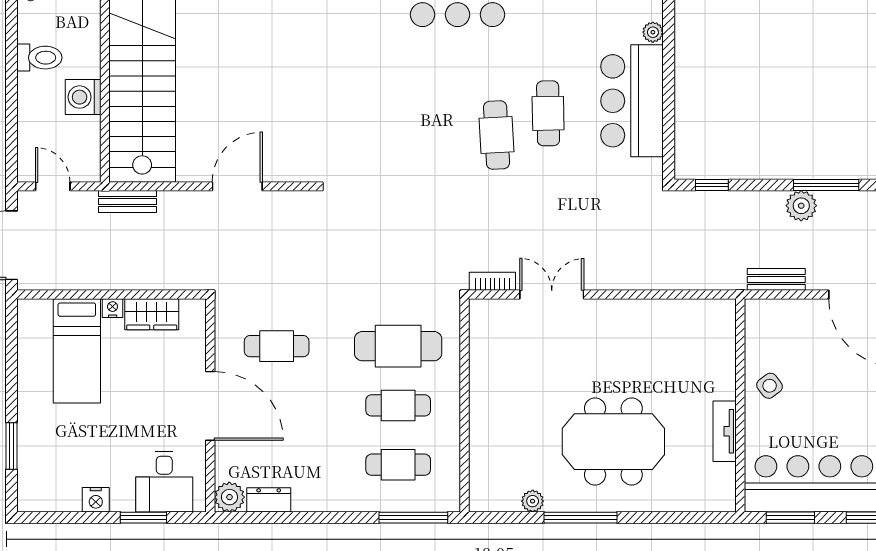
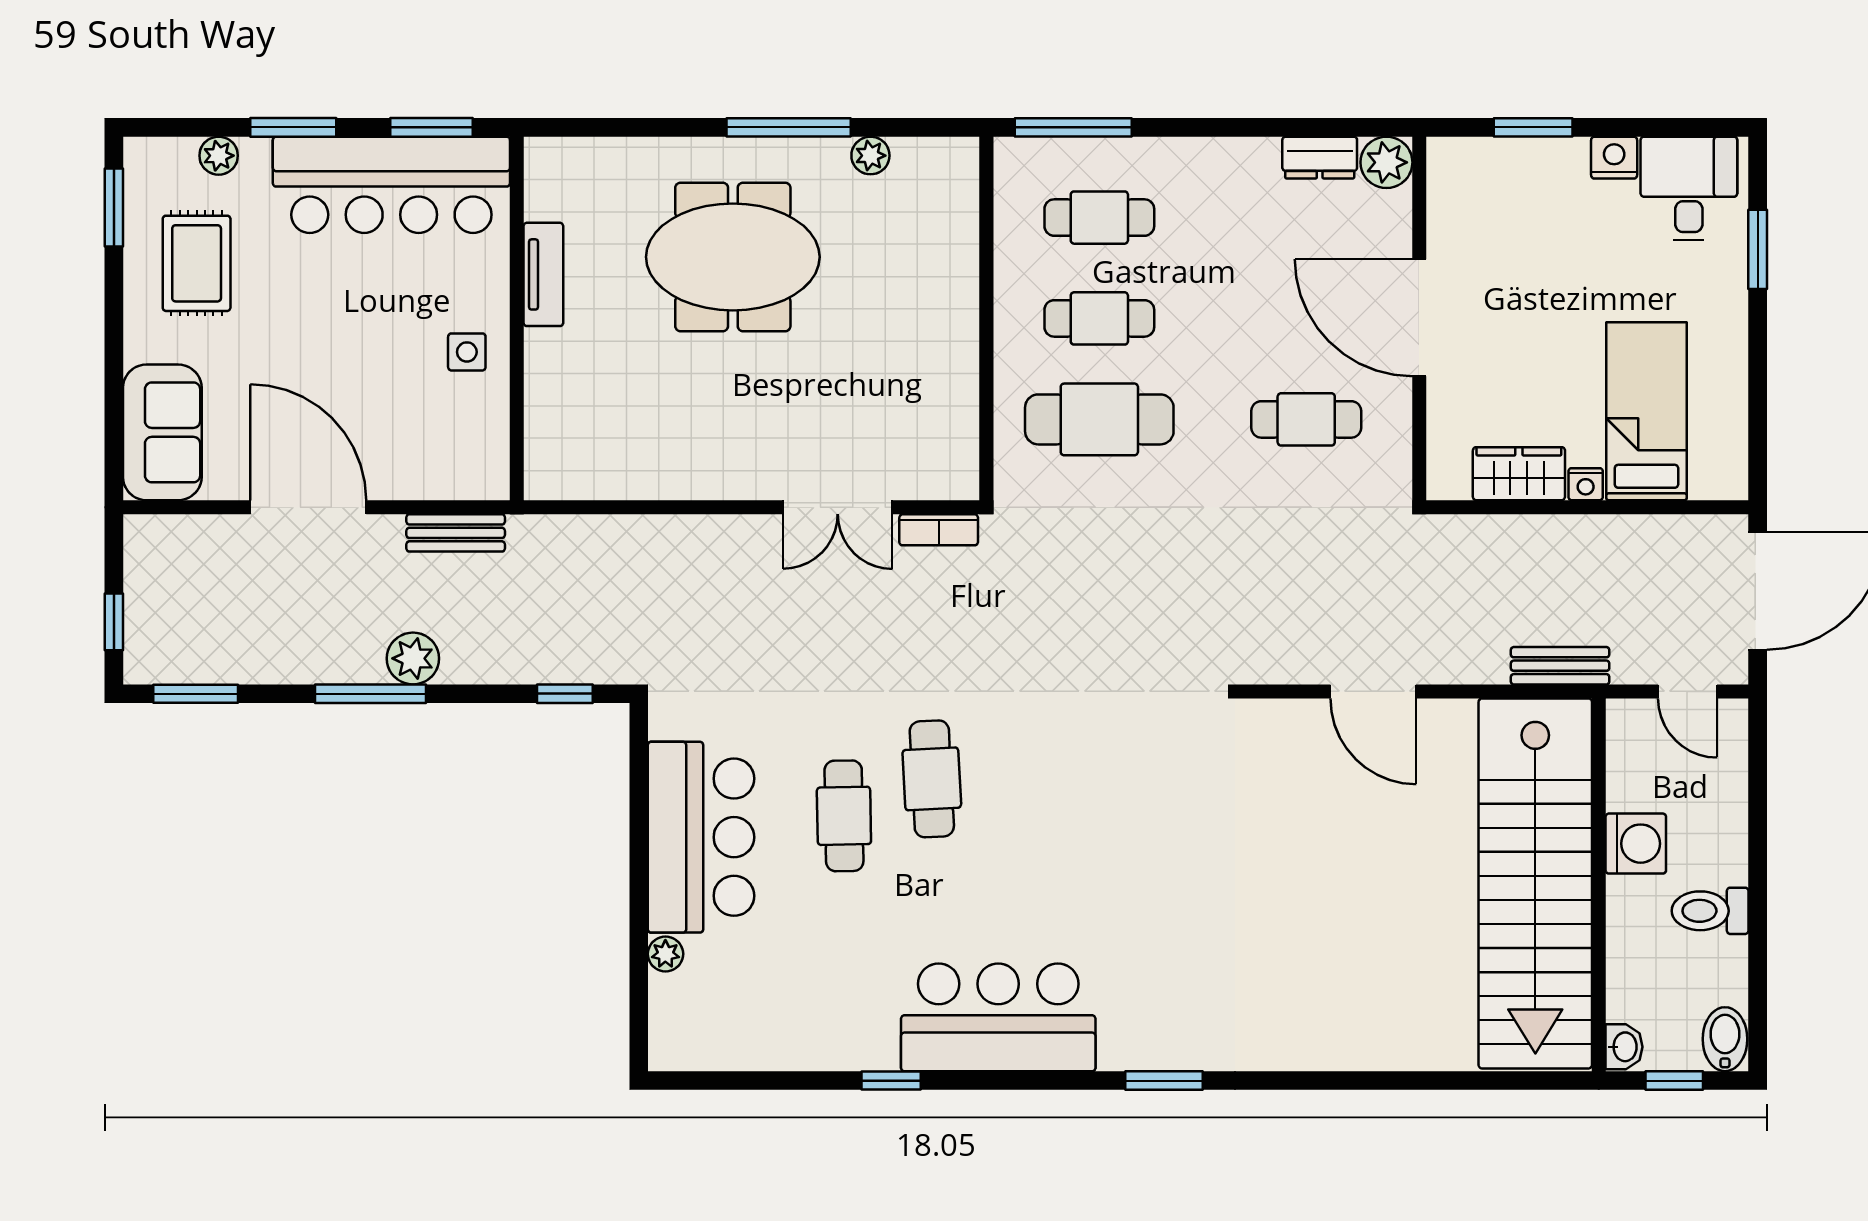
door: (237, 186) -> (1373, 691), hinge flipped
side table: (770, 386) -> (467, 352), turned 37
desk: (164, 482) -> (1689, 189), moved

